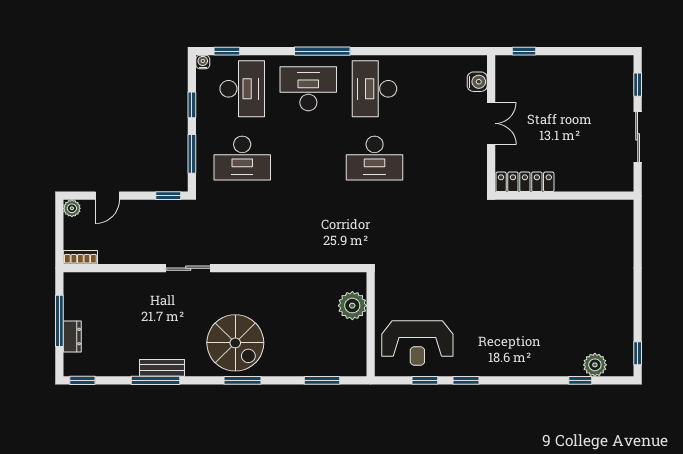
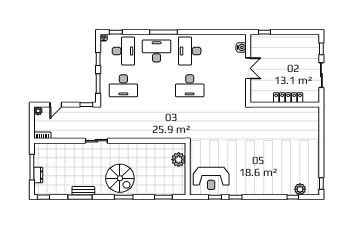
locker: (525, 182) -> (288, 98), moved

